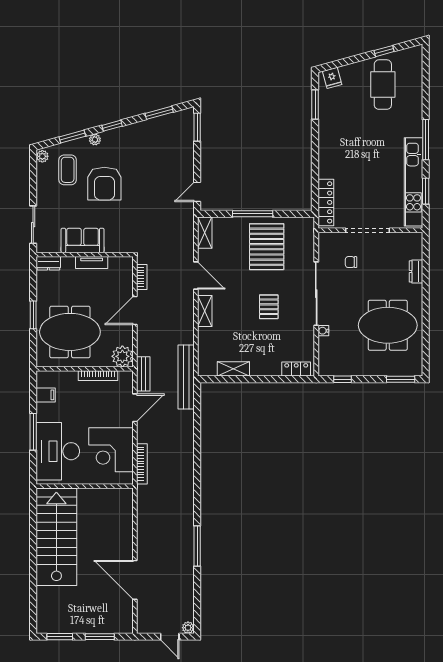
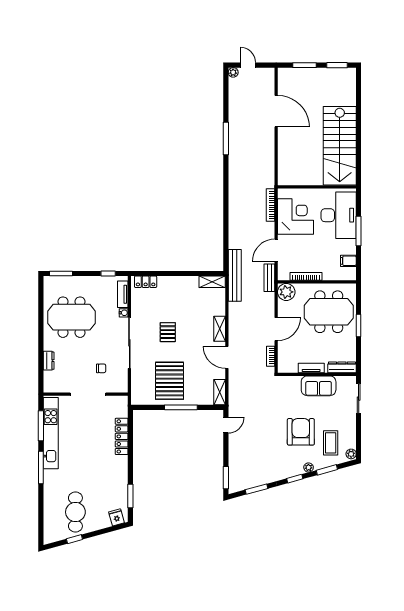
window: (426, 191) -> (41, 426), width x1.44
locker: (326, 202) -> (122, 436), moved
dresser: (48, 263) -> (342, 367), width x1.44
tv unit: (324, 354) -> (123, 294), added
shelving: (233, 369) -> (212, 282), moved

